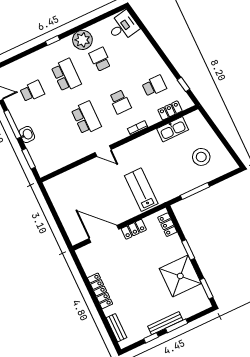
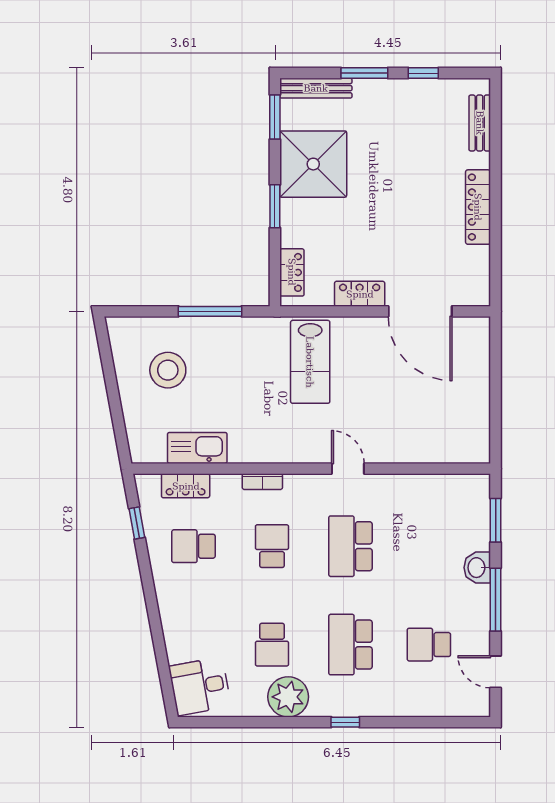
bench: (165, 323) -> (316, 88), moved

